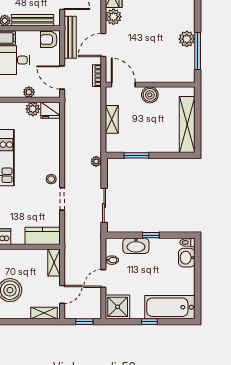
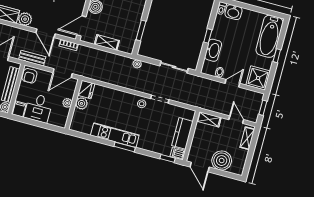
bench: (70, 37) -> (32, 58), width x0.73
kitchen counter: (43, 236) -> (182, 133), moved
door: (103, 279) -> (232, 83), swing flipped

